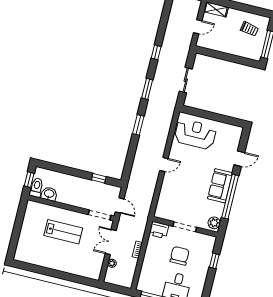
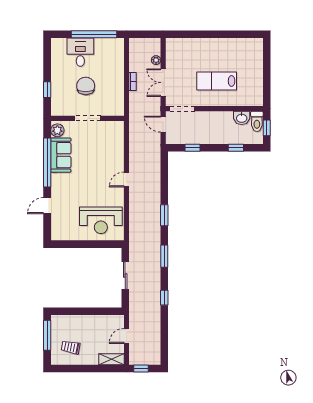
window: (61, 169) -> (236, 148), added
sofa: (220, 186) -> (61, 155), moved
printer: (159, 230) -> (115, 108), removed
double door: (111, 242) -> (163, 83), swing flipped
chair: (180, 256) -> (86, 86), turned 180

